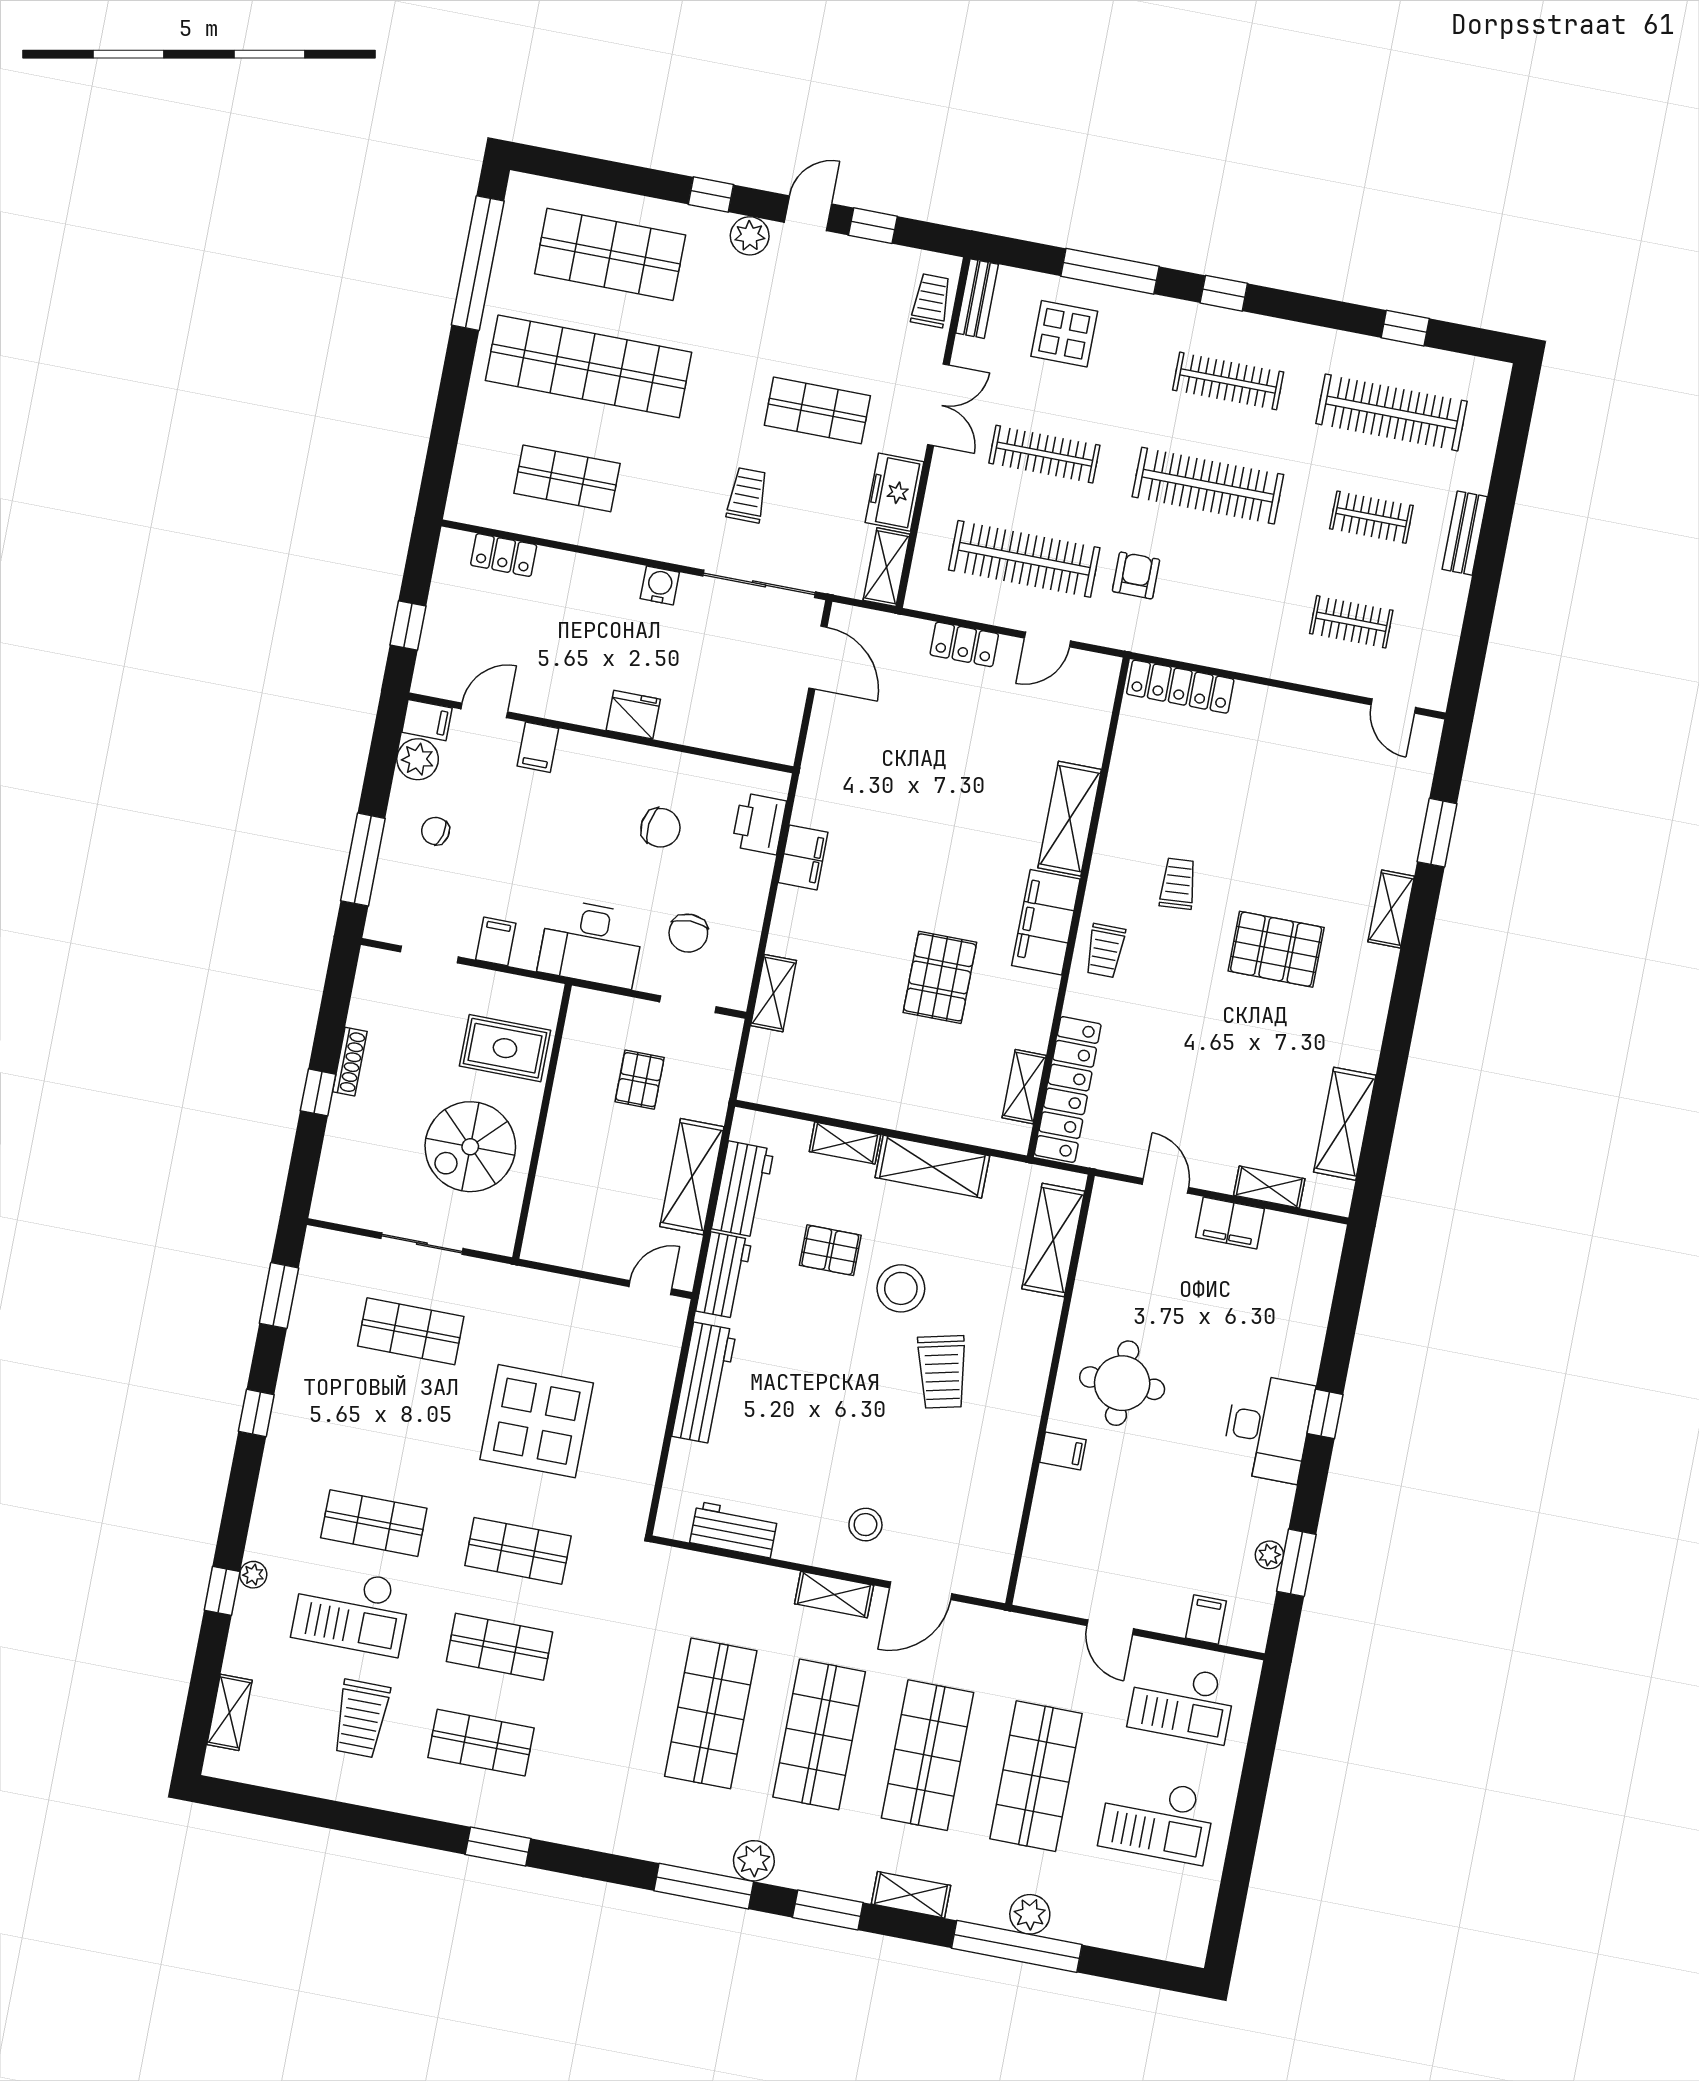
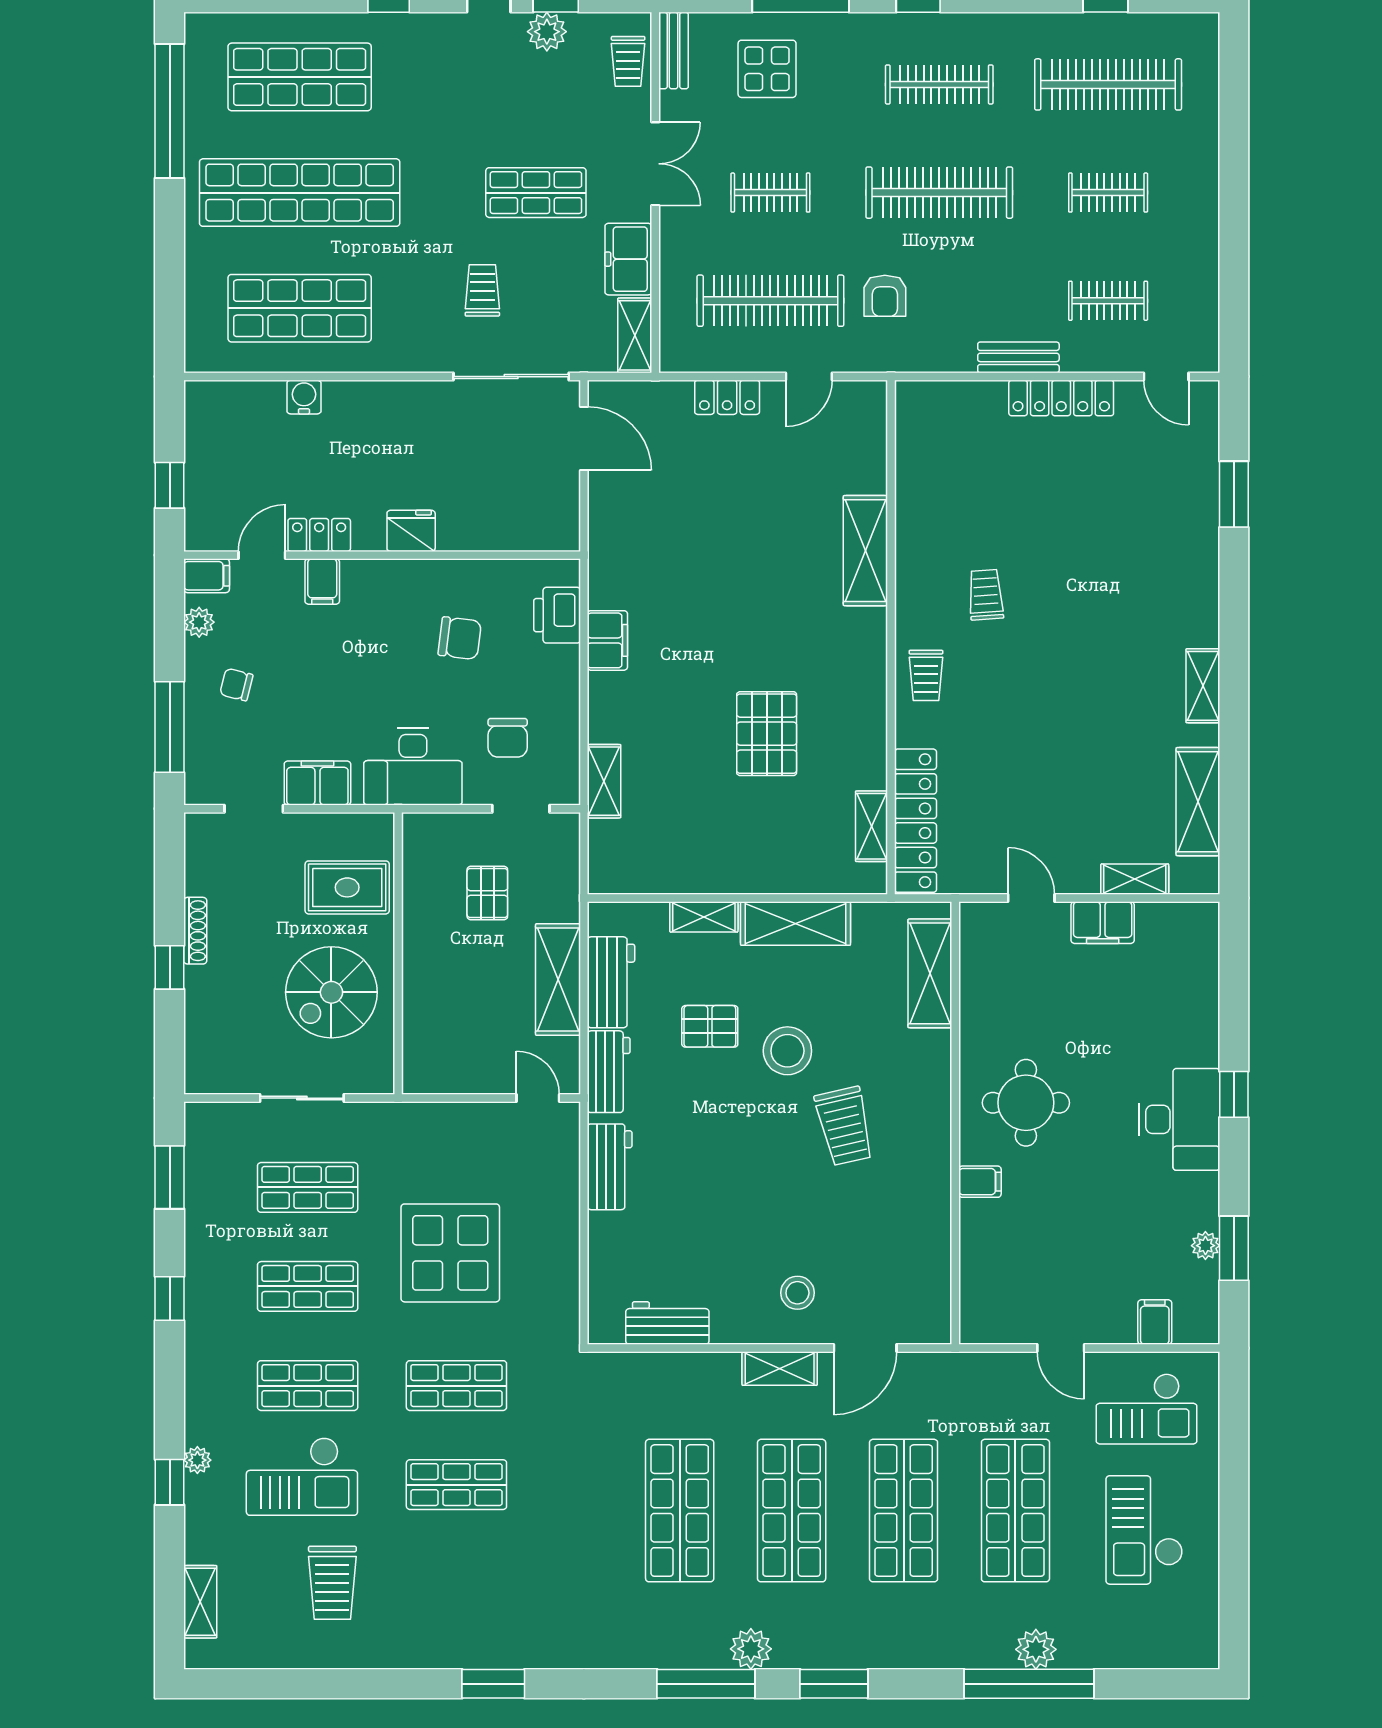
plant: (750, 236) -> (547, 32), moved
trolley: (931, 301) -> (628, 61), turned 180
clothes rail: (1044, 454) -> (770, 193), width x0.73
shop shelf: (567, 478) -> (300, 308), width x1.43, depth x1.36
bench: (1465, 533) -> (1018, 357), moved, turned 90
locker: (504, 555) -> (319, 535), moved, turned 180
armchair: (1136, 575) -> (885, 296), turned 180
water cooler: (660, 585) -> (304, 397), moved
locker: (1180, 687) -> (1061, 398), moved
plant: (418, 759) -> (199, 622), width x0.73, depth x0.73
shelving: (1391, 909) -> (1203, 686), moved
filing cabinet: (1046, 922) -> (862, 658), removed
filing cabinet: (496, 941) -> (317, 783), width x2.00
pallet: (1276, 949) -> (1096, 641), removed
door: (650, 1288) -> (538, 1098), hinge flipped
workbench: (704, 1383) -> (610, 1167), width x0.73
shop shelf: (481, 1743) -> (308, 1286), moved
checkout: (1157, 1819) -> (1144, 1530), turned 90
shelving: (911, 1895) -> (914, 1653), removed

